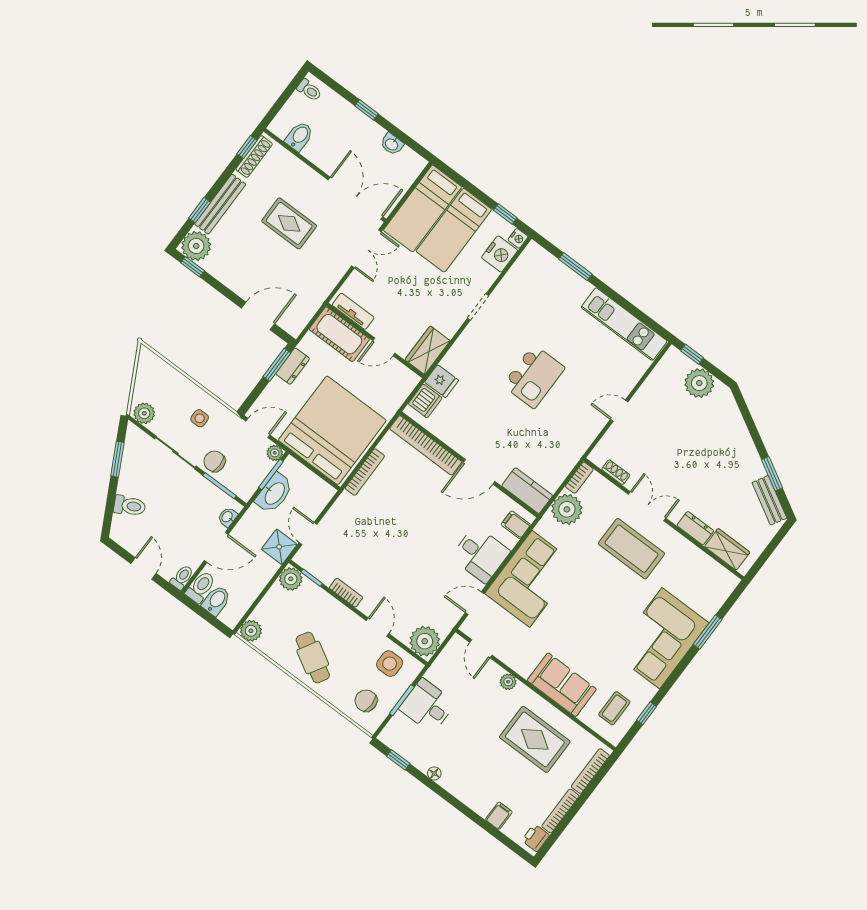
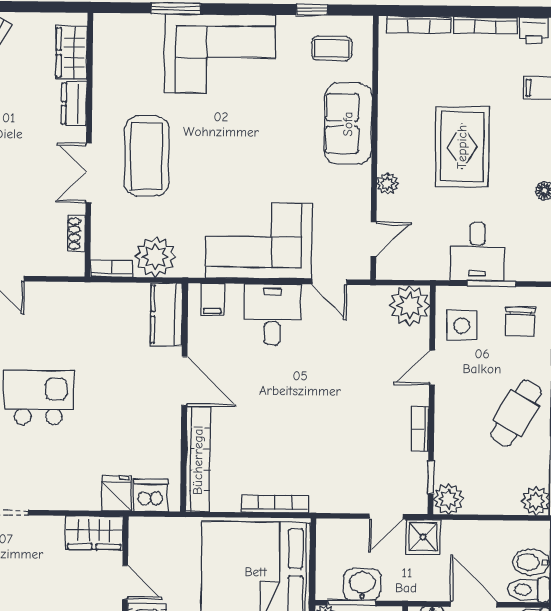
washbasin: (274, 493) -> (362, 585), width x0.72
rug: (535, 739) -> (462, 147), moved

